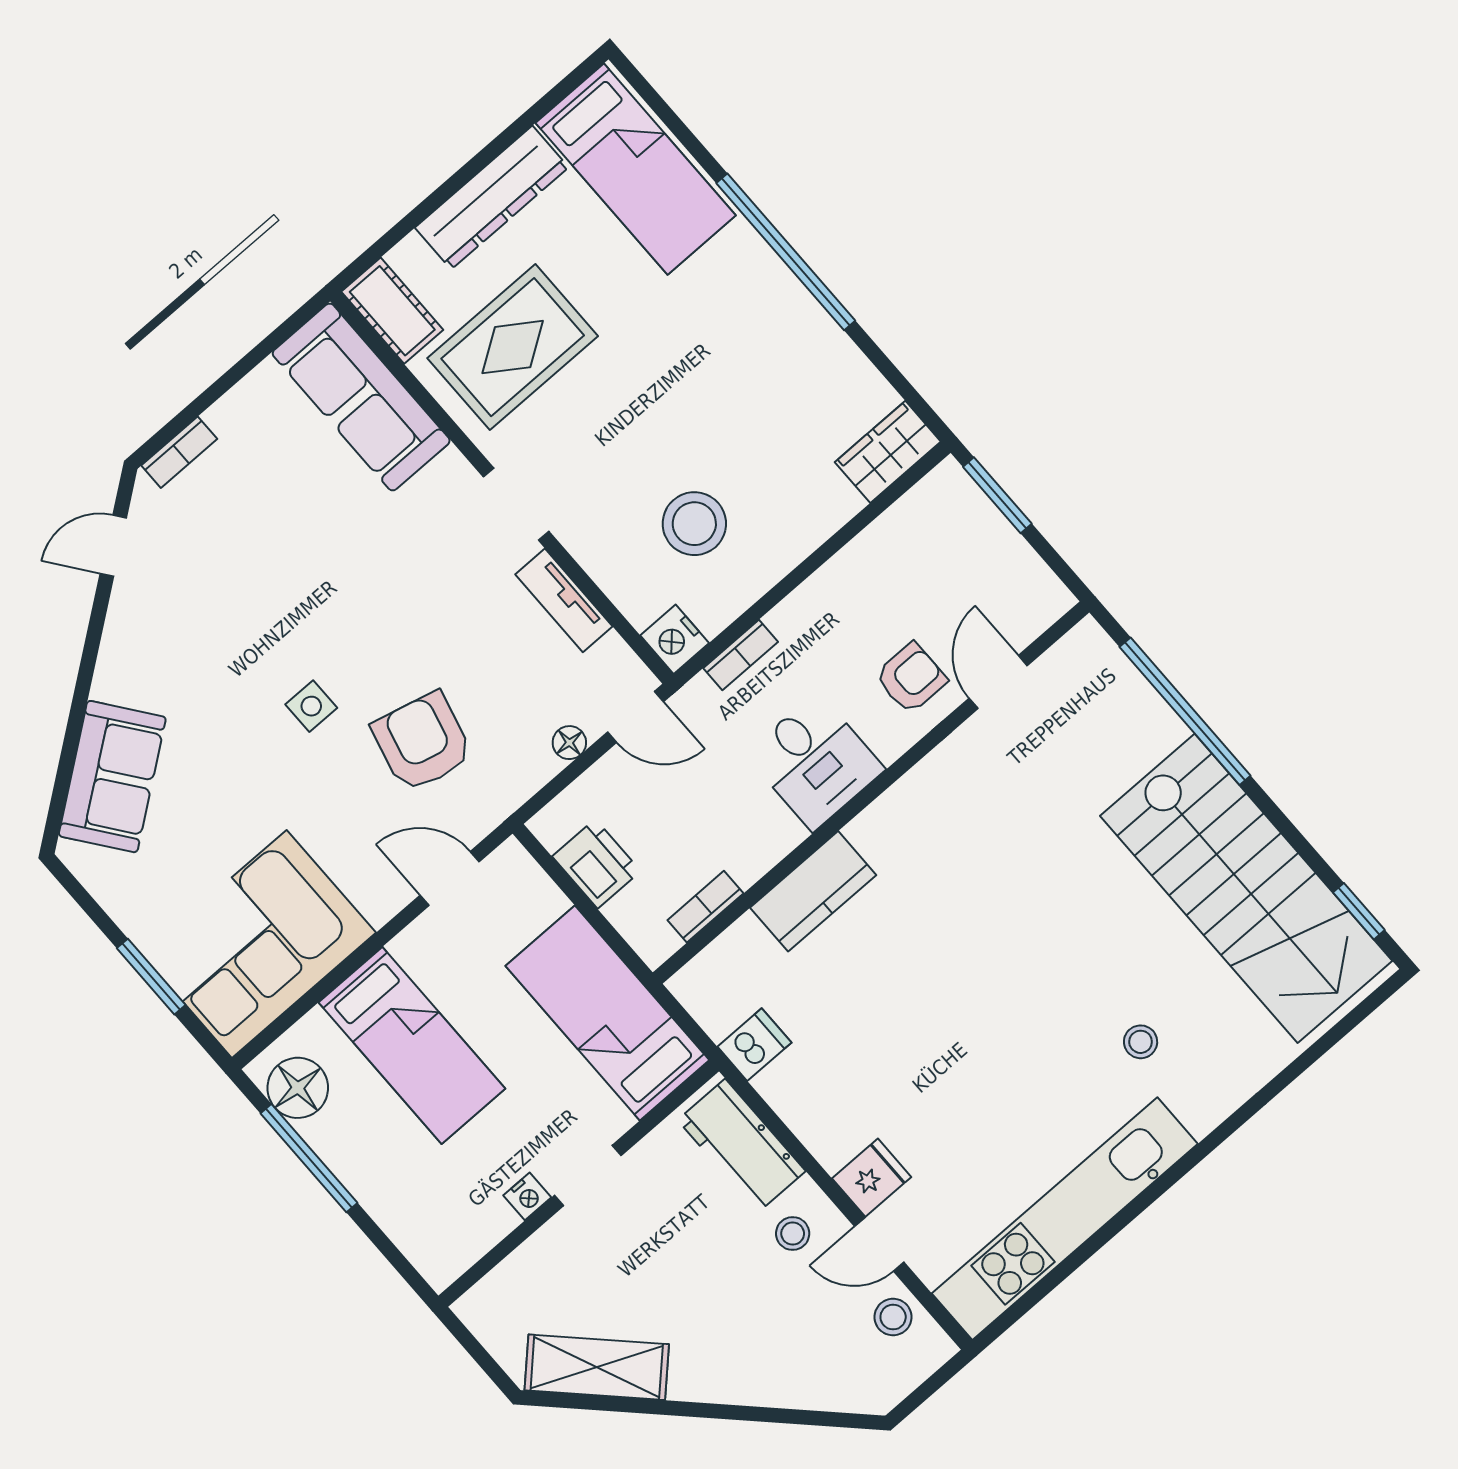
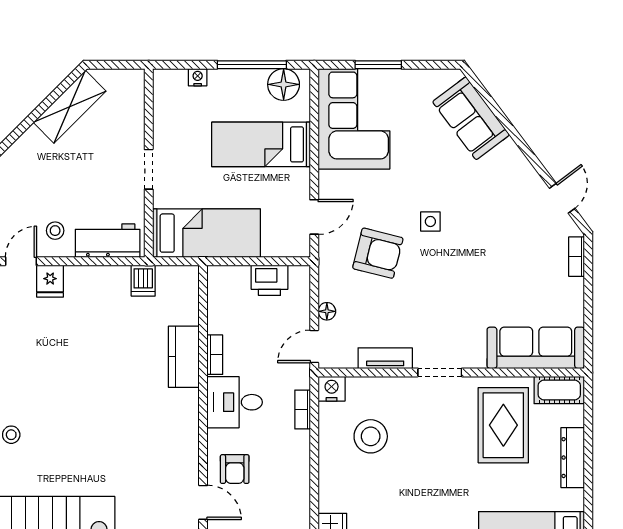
dresser: (492, 197) -> (573, 458), width x0.73, depth x0.80
bookcase: (705, 907) -> (215, 355), moved
nightstand: (527, 1196) -> (198, 77), moved, turned 90

